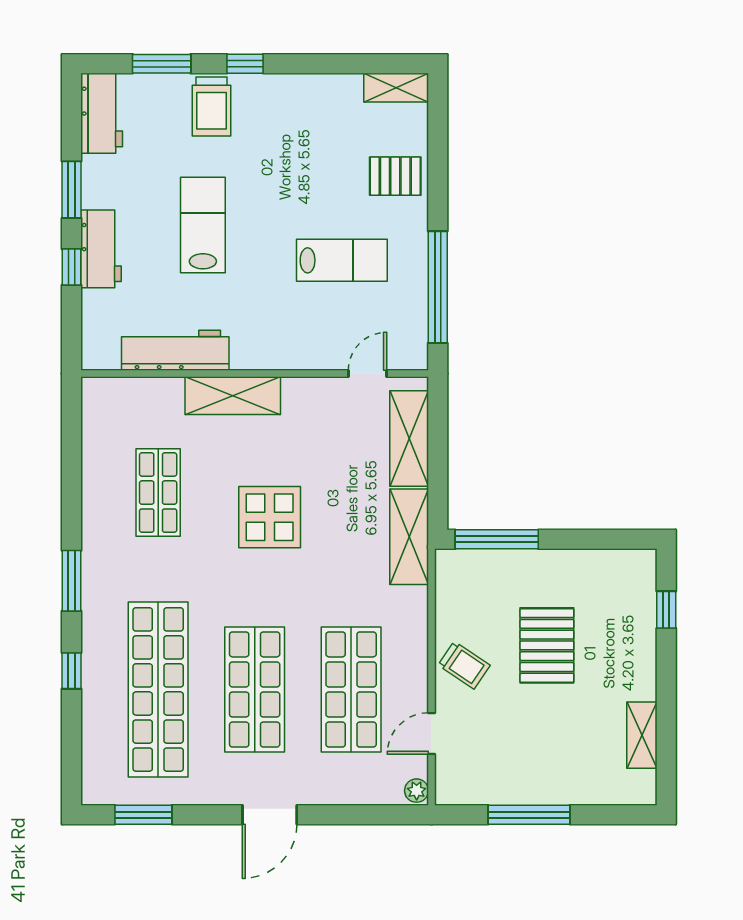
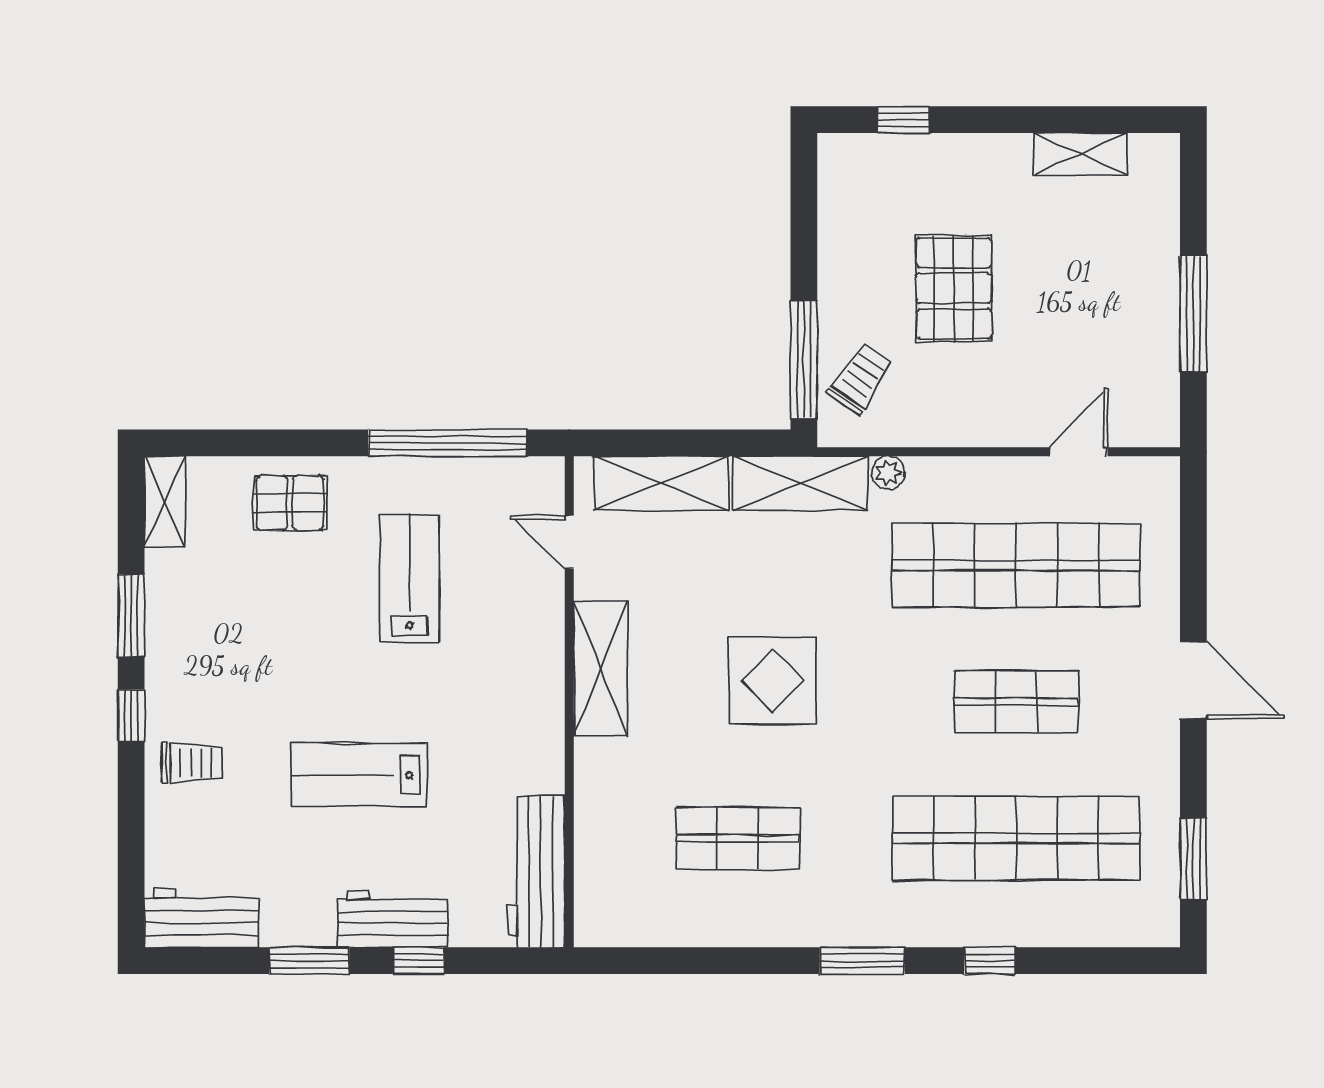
window: (162, 64) -> (131, 615), moved
trolley: (211, 107) -> (192, 763), width x0.73, depth x0.72
pallet: (395, 176) -> (290, 503), turned 90
workbench: (175, 350) -> (536, 872), moved
shelving: (233, 396) -> (601, 668), moved
pallet: (547, 645) -> (954, 288), turned 90
trolley: (464, 665) -> (860, 379), moved
shop shelf: (255, 689) -> (1016, 702), width x0.70, depth x0.74
shop shelf: (351, 689) -> (1016, 565), width x1.40
door: (431, 734) -> (1078, 452), swing flipped
plant: (417, 791) -> (888, 473), moved

